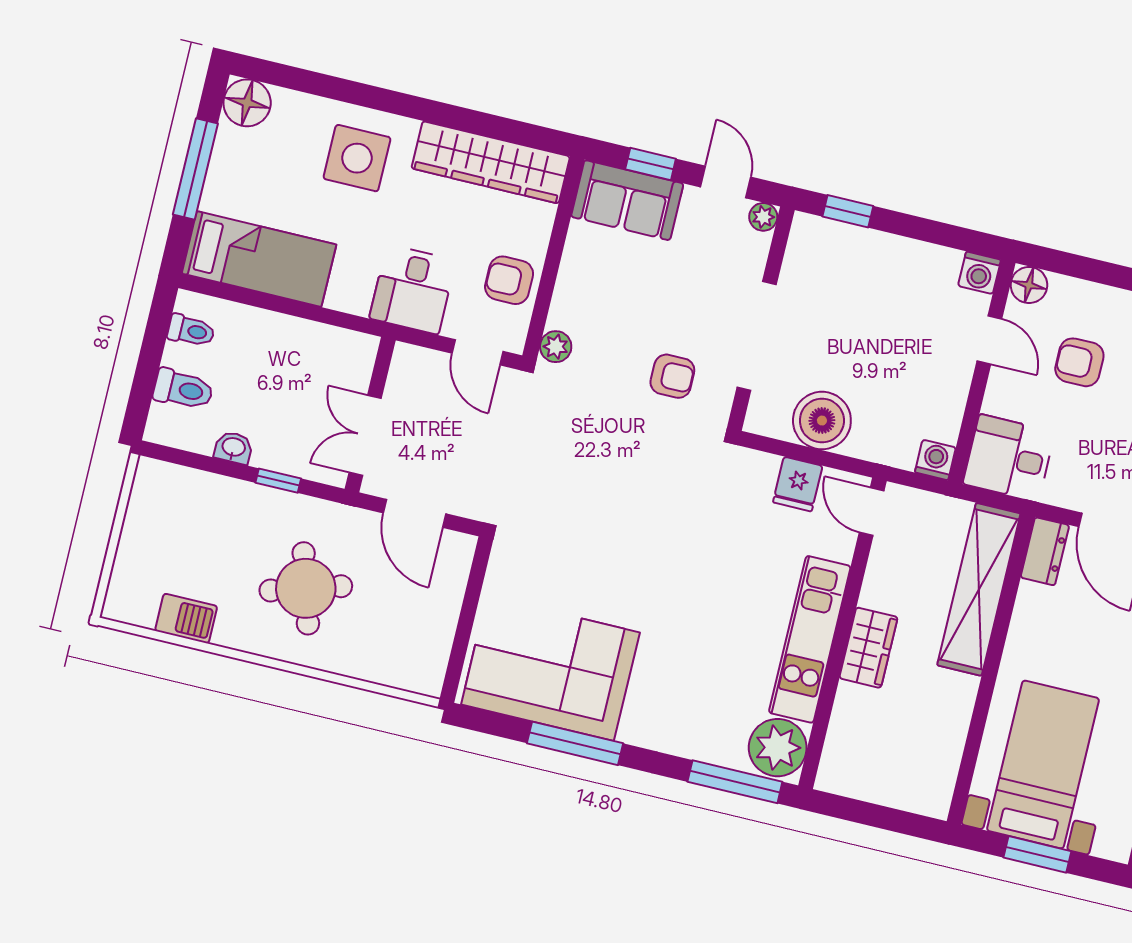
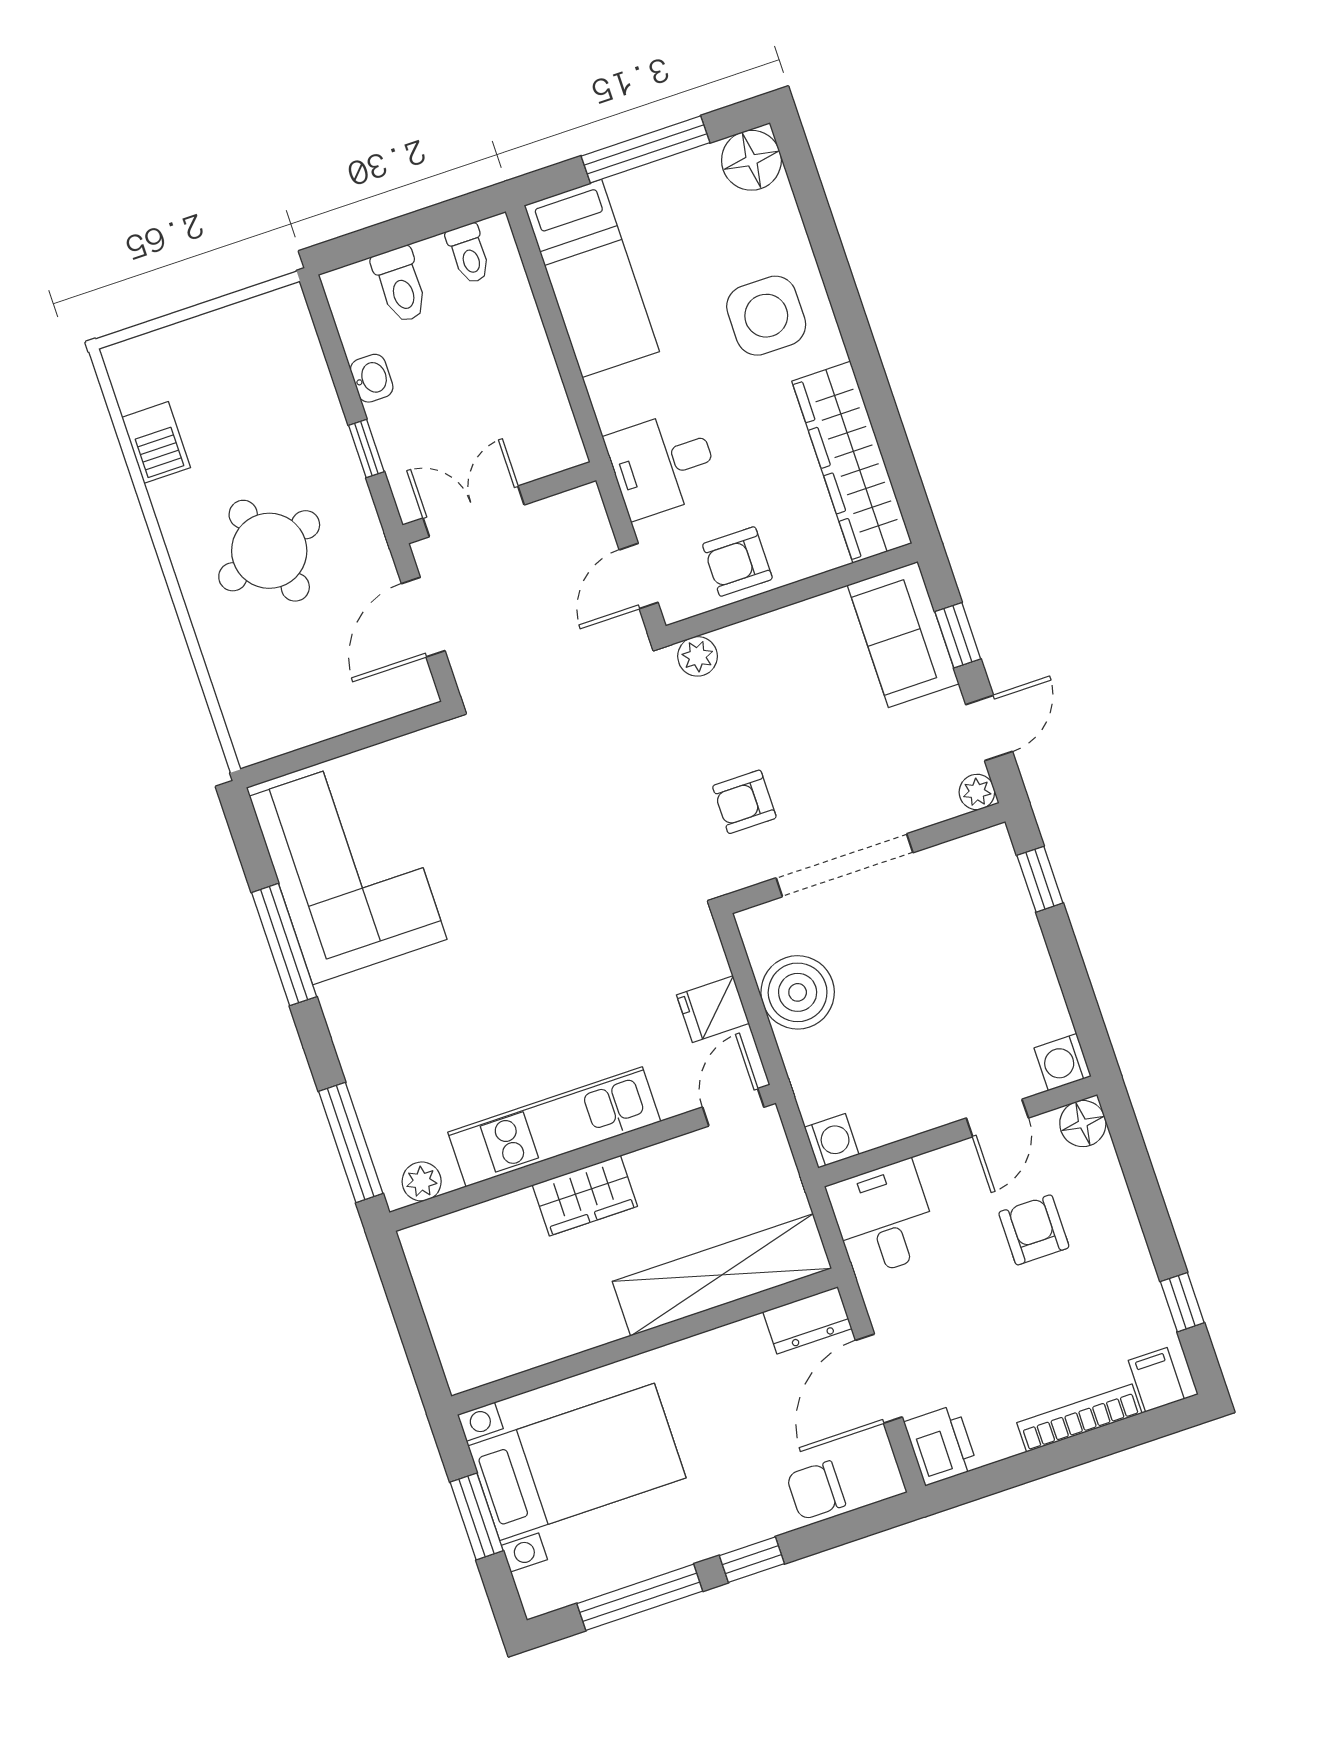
armchair: (509, 280) -> (737, 562), turned -90
armchair: (672, 376) -> (744, 802), turned 90
plant: (778, 748) -> (422, 1181), width x0.53, depth x0.53

